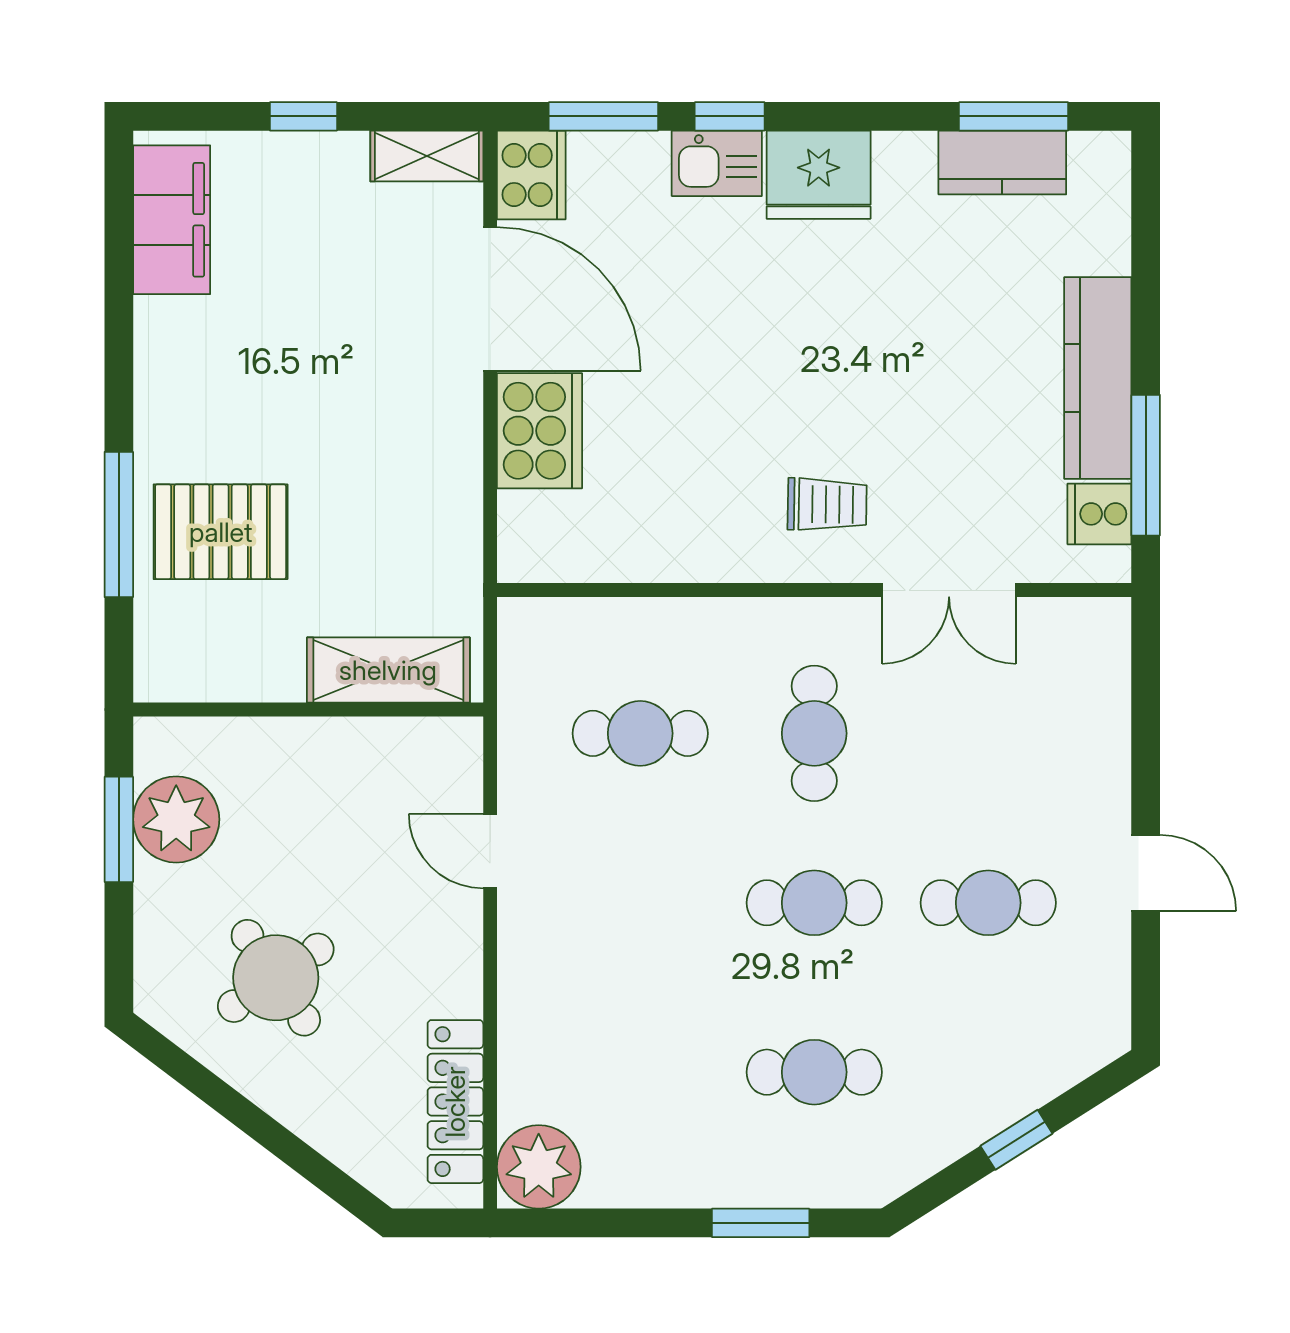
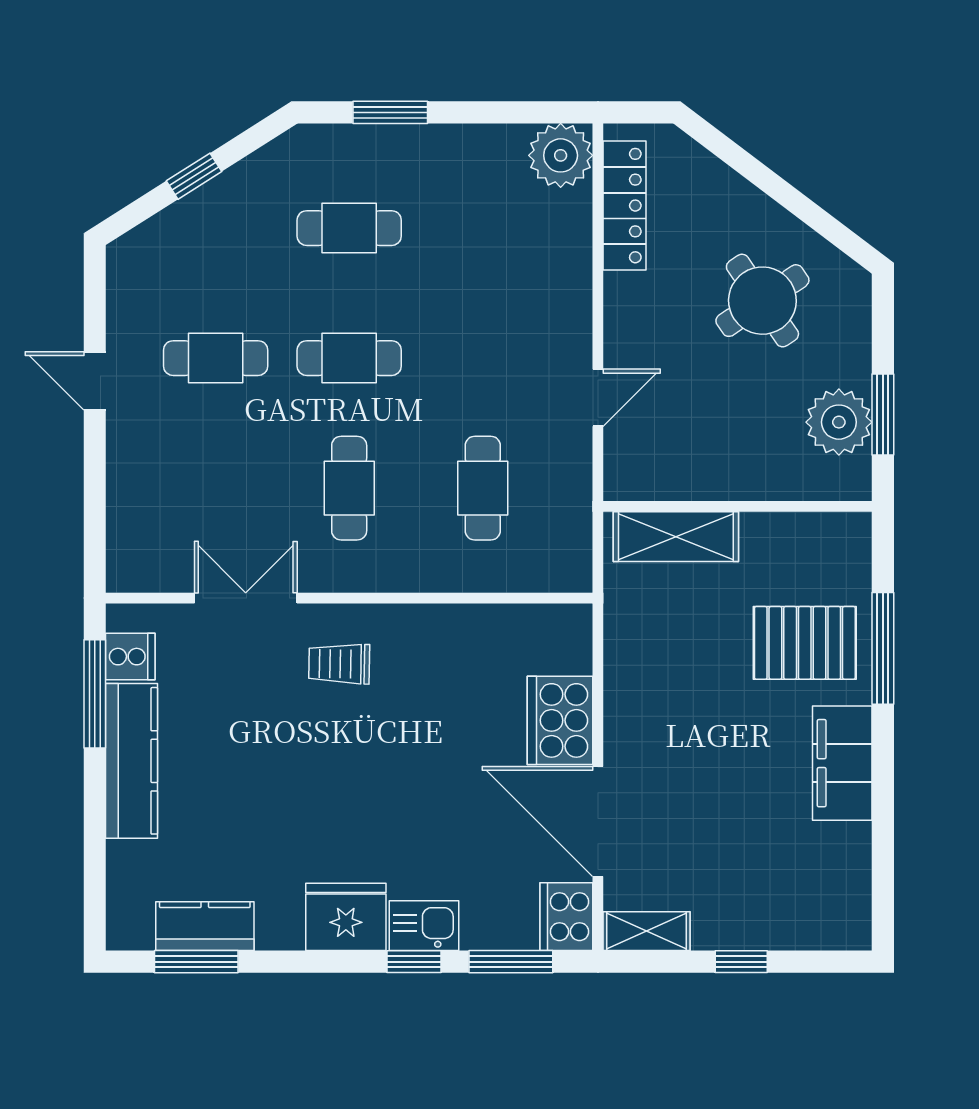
filing cabinet: (172, 220) -> (842, 763), moved
cafe table: (640, 733) -> (483, 488), turned 90
door: (490, 851) -> (598, 398), hinge flipped

